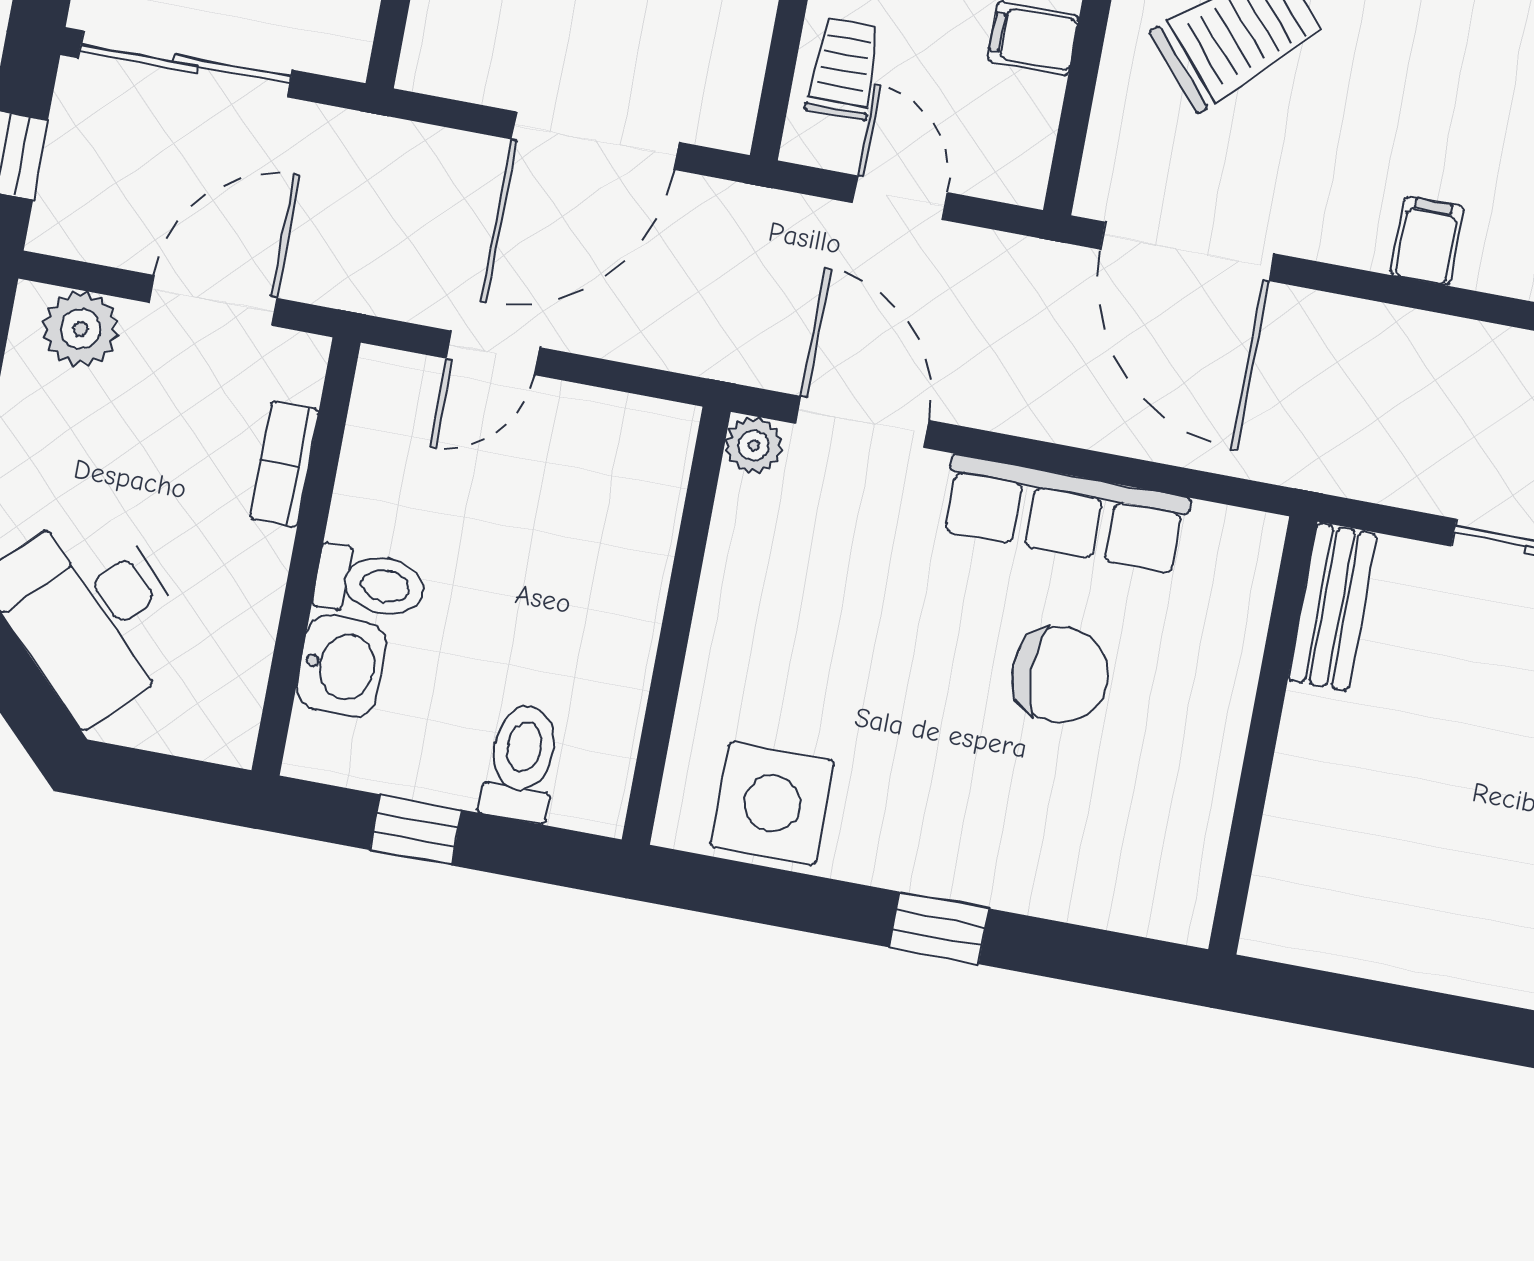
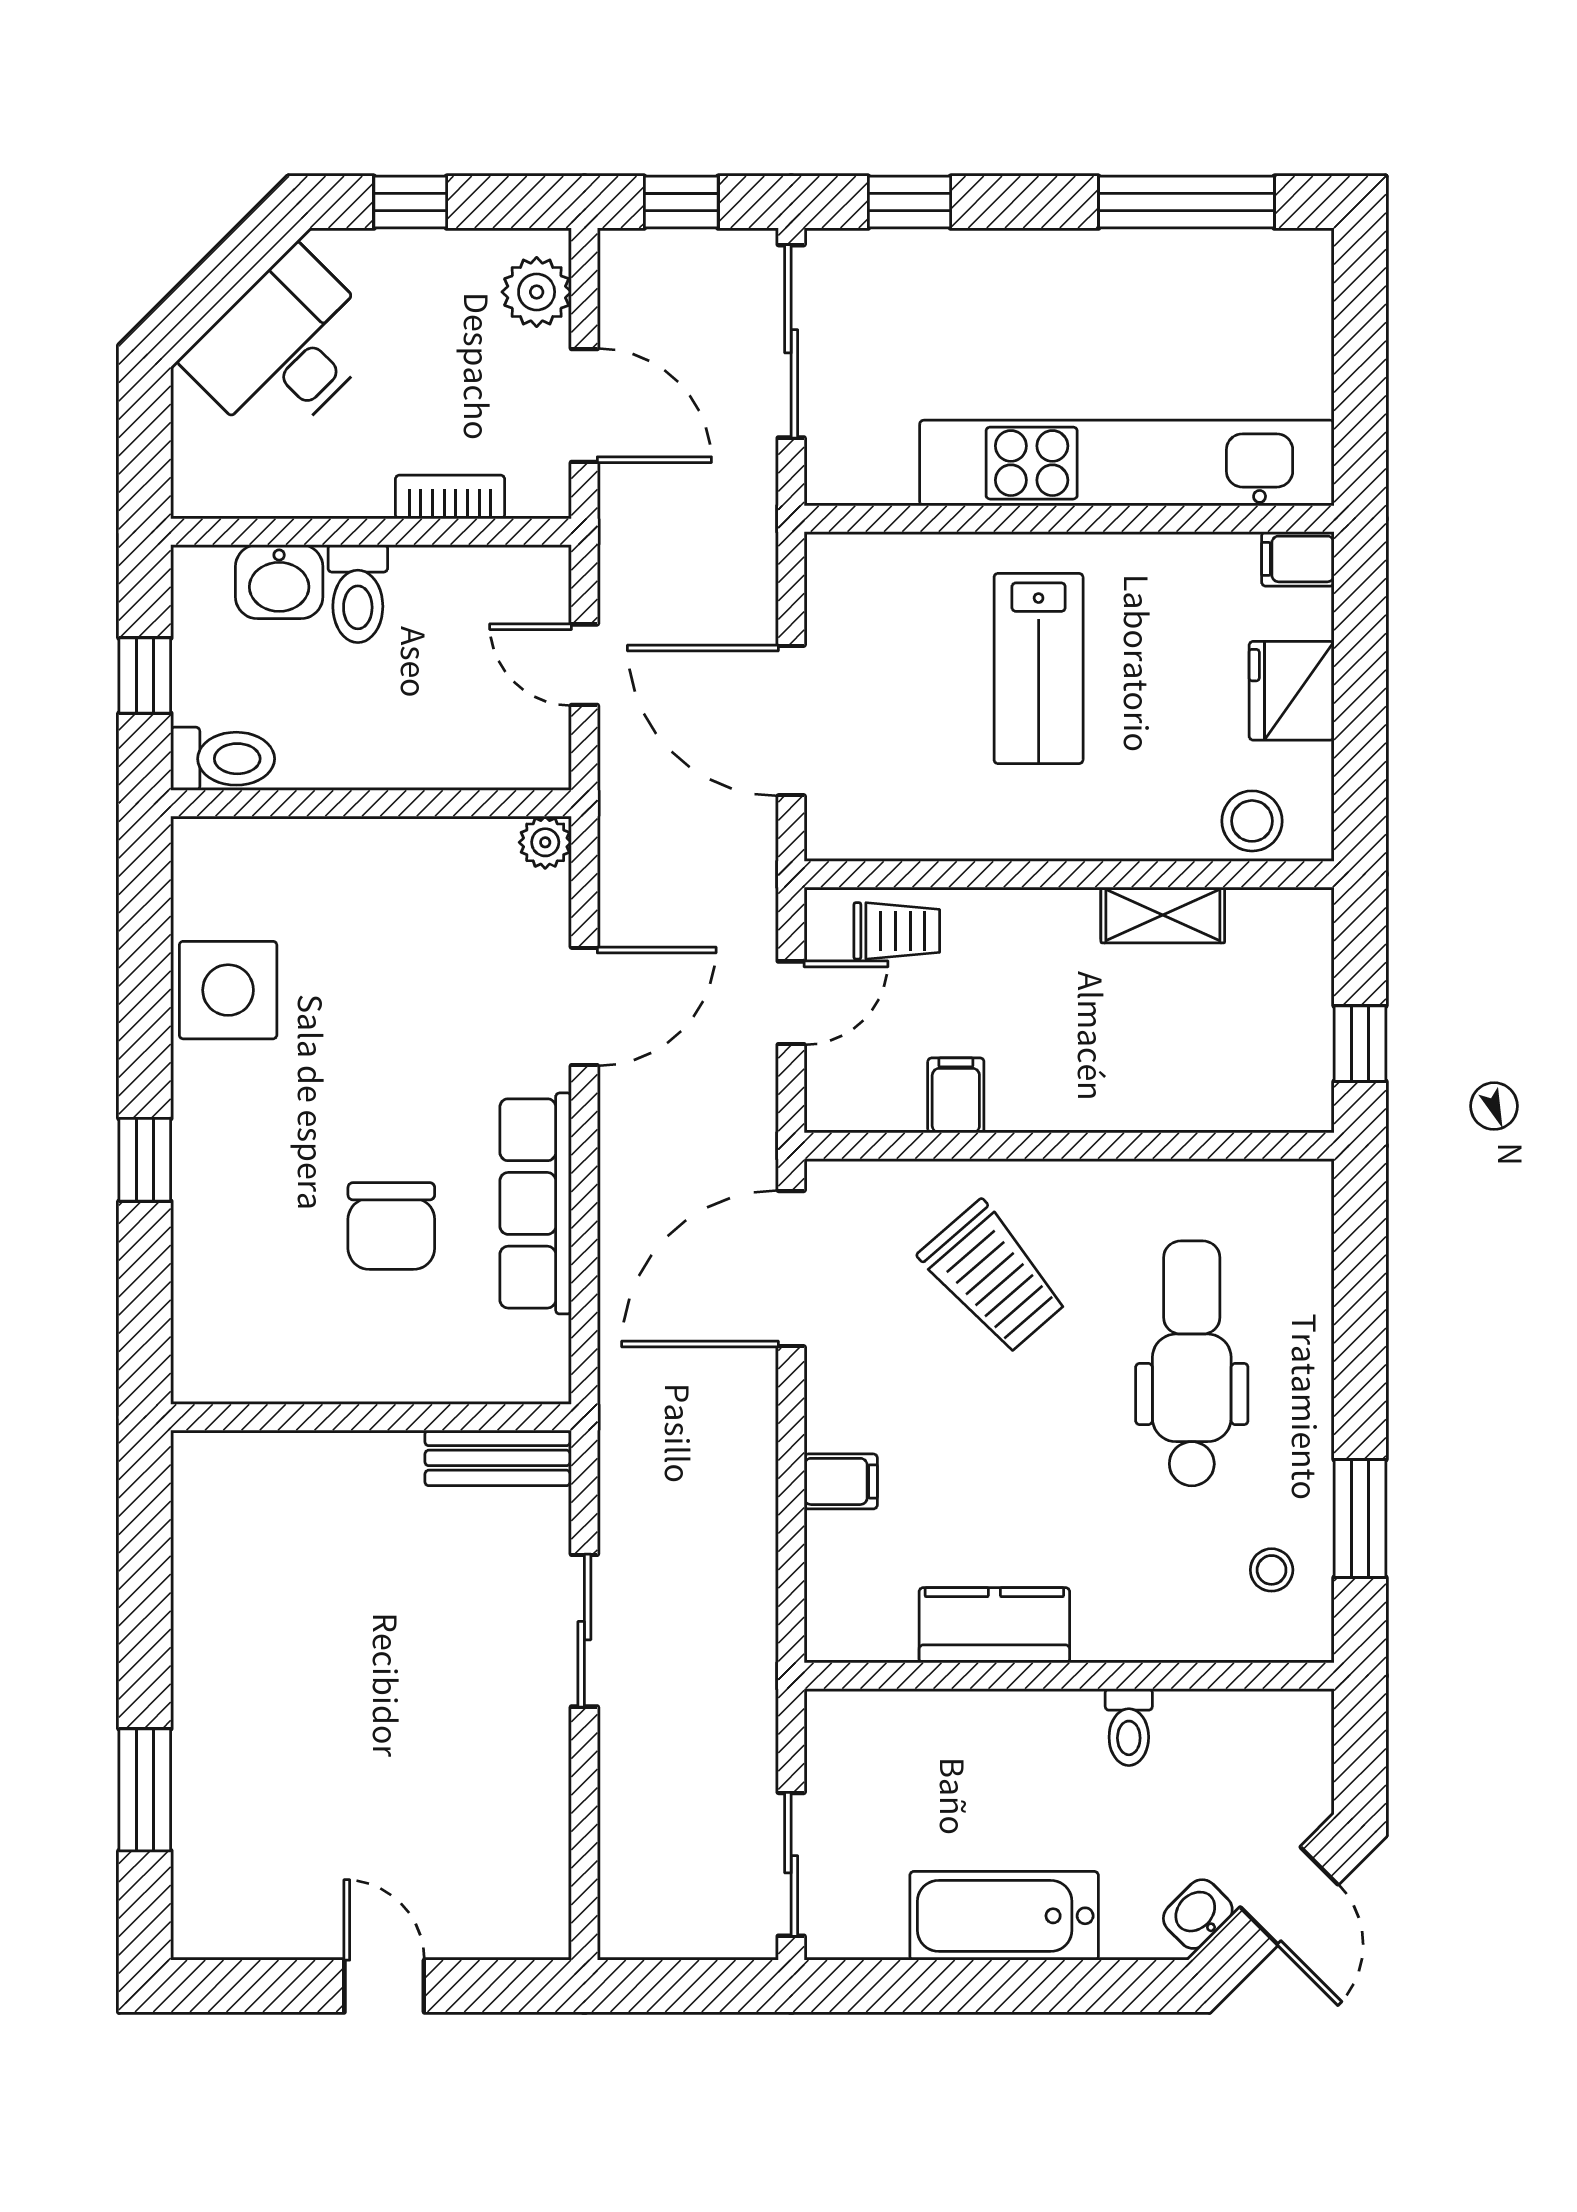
plant: (754, 445) -> (545, 842), moved
wall: (676, 626) -> (371, 803), moved

